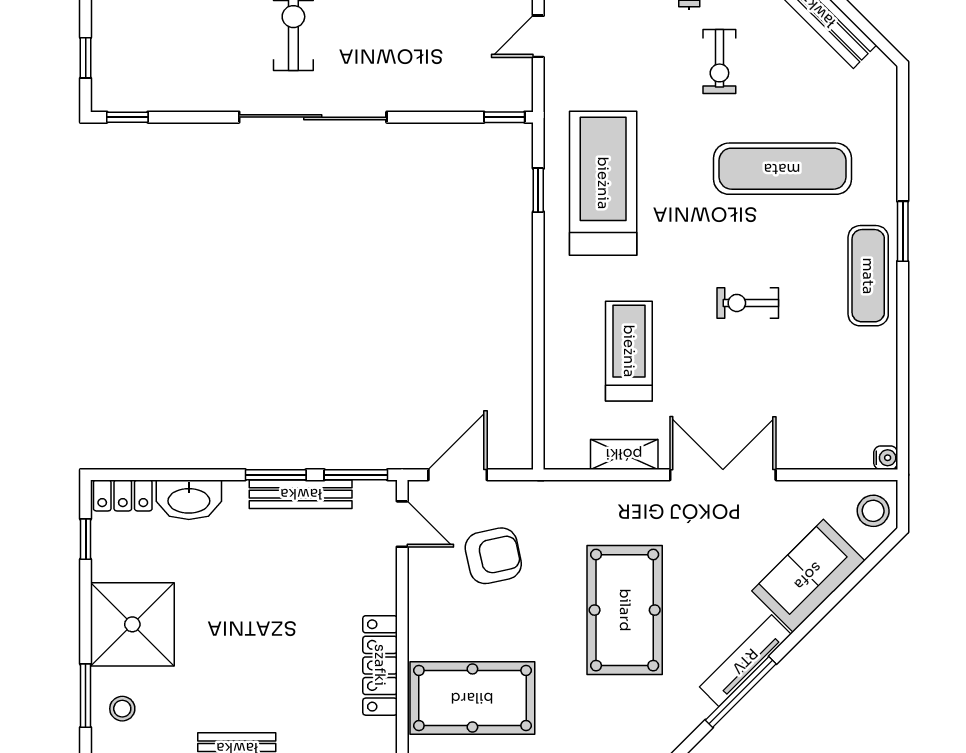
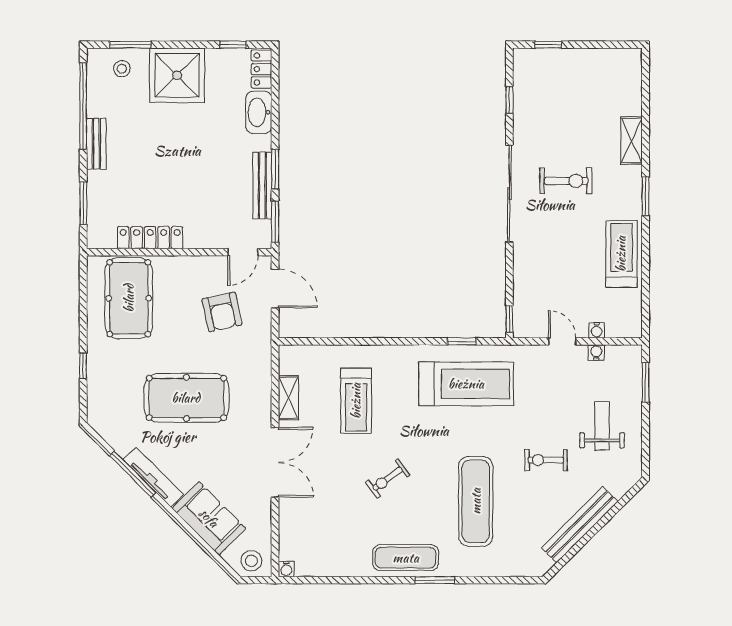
window: (127, 117) -> (509, 100), moved
exercise bike: (748, 303) -> (388, 479), turned -126
treadmill: (629, 351) -> (356, 401), turned 90

